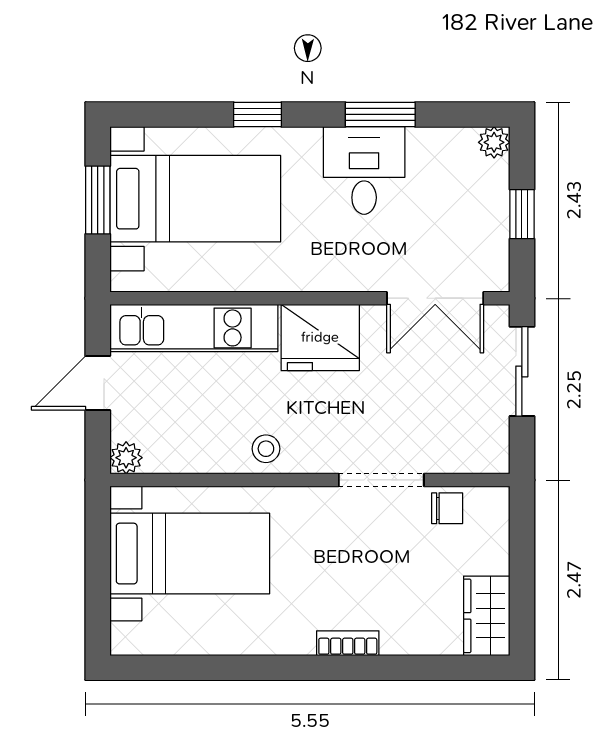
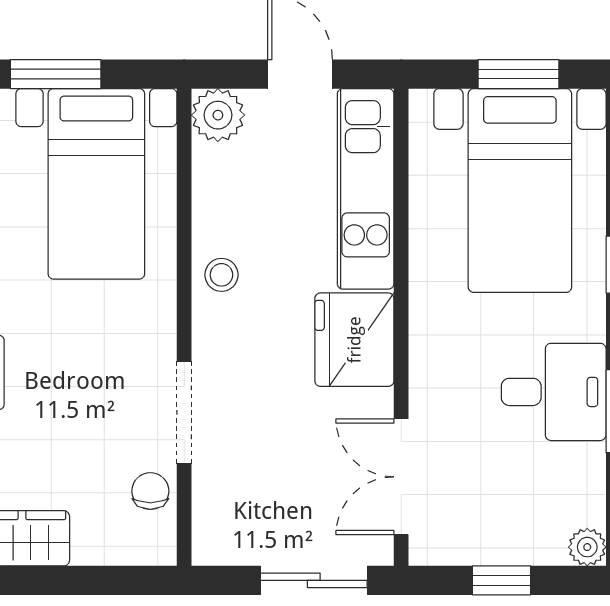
plant: (126, 458) -> (218, 115), width x1.38, depth x1.38
chair: (447, 508) -> (150, 491), turned 180
window: (98, 588) -> (56, 74), added

